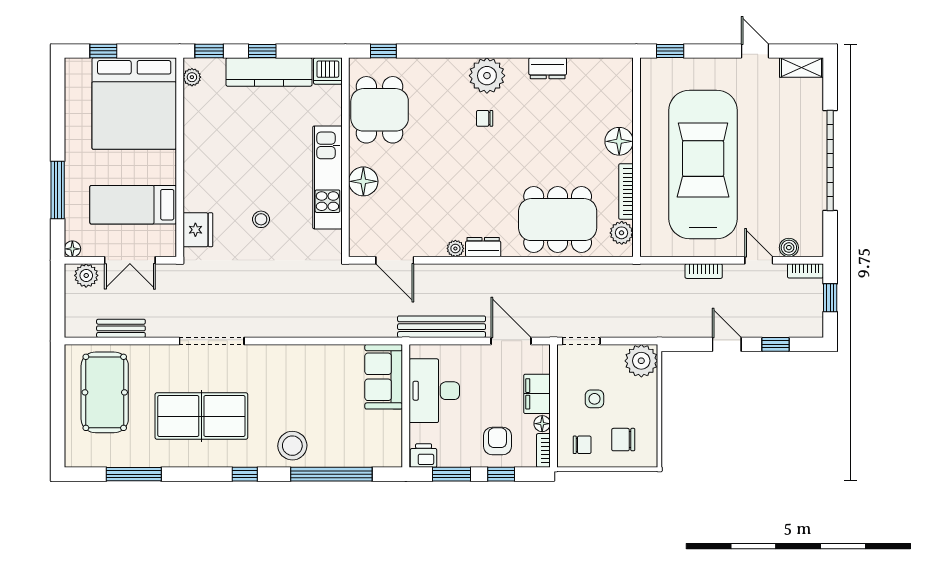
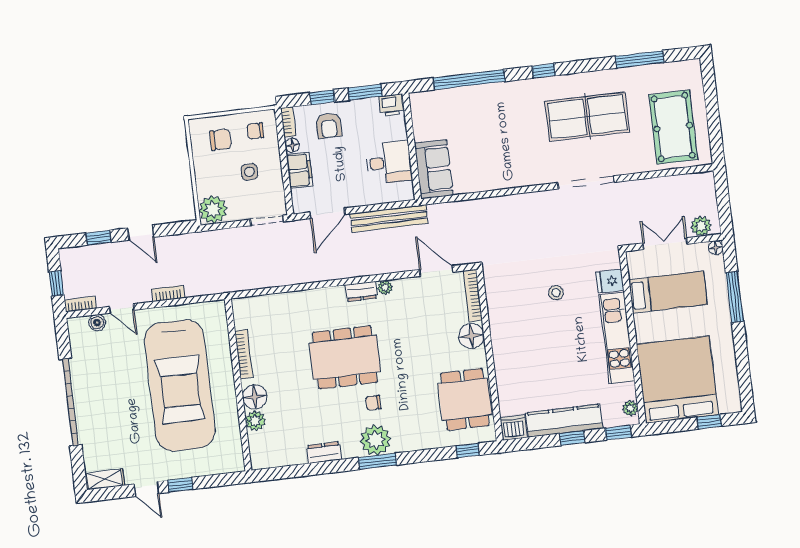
window: (488, 51) -> (378, 461), added
window: (670, 51) -> (180, 485), moved
chair: (485, 118) -> (373, 403), turned 180
kitchen unit: (327, 177) -> (617, 338), moved, turned 180
dining table: (558, 220) -> (345, 357), moved
bookcase: (356, 227) -> (473, 295), added
fridge: (198, 230) -> (610, 281), width x0.72
plant: (622, 233) -> (255, 421), moved
bench: (121, 328) -> (666, 184), removed
door: (511, 341) -> (328, 213), hinge flipped
desk: (434, 391) -> (389, 162), width x0.73
stool: (292, 446) -> (506, 100), removed

